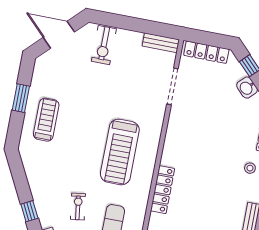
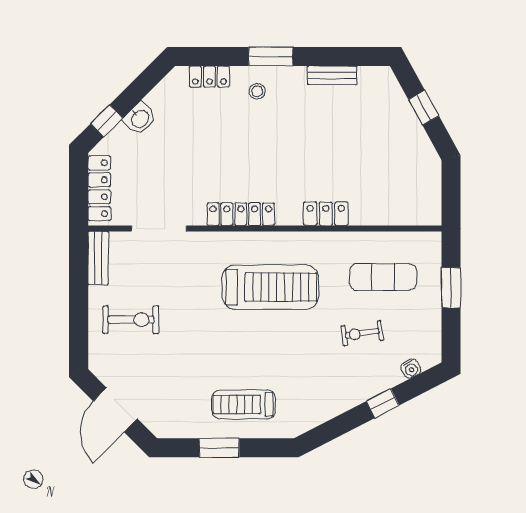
exercise bike: (104, 45) -> (131, 320), moved
locker: (171, 142) -> (241, 214), added
locker: (163, 190) -> (326, 214), width x0.66

